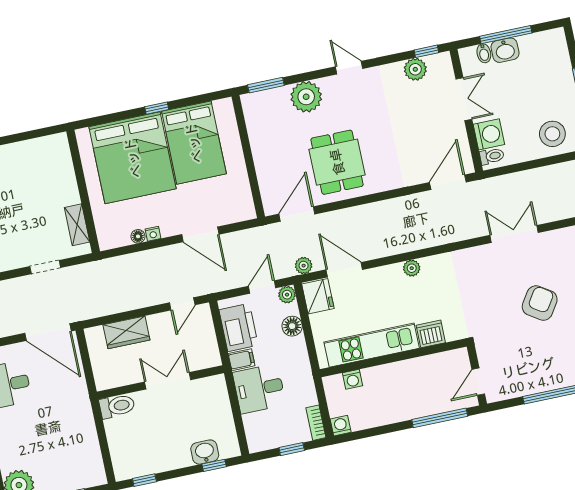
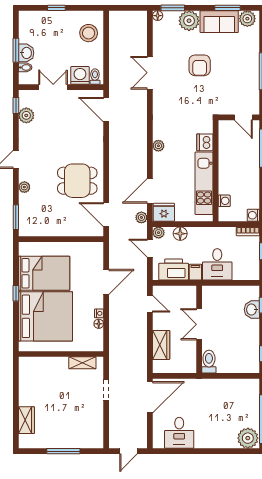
window: (506, 35) -> (16, 50), width x0.69
plant: (306, 97) -> (24, 187), width x0.53, depth x0.53
armchair: (540, 303) -> (200, 65), turned -123

